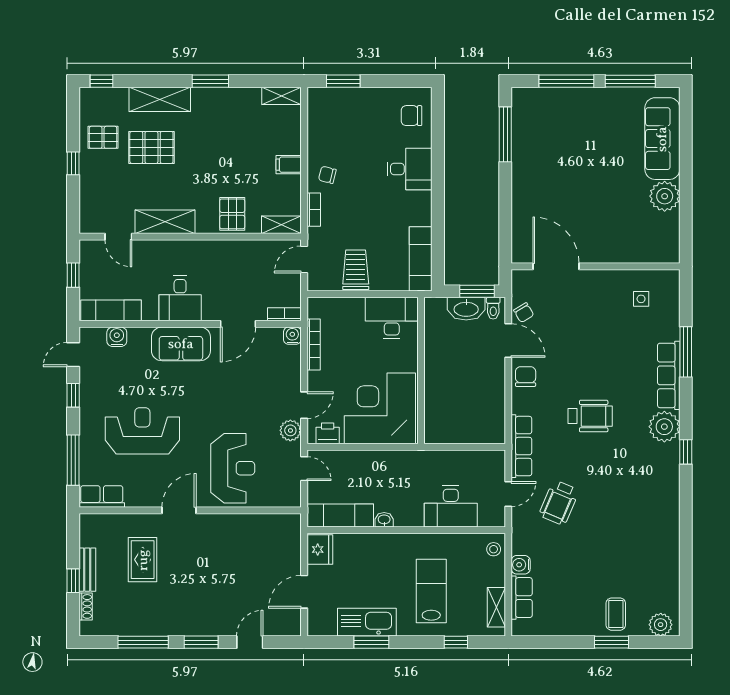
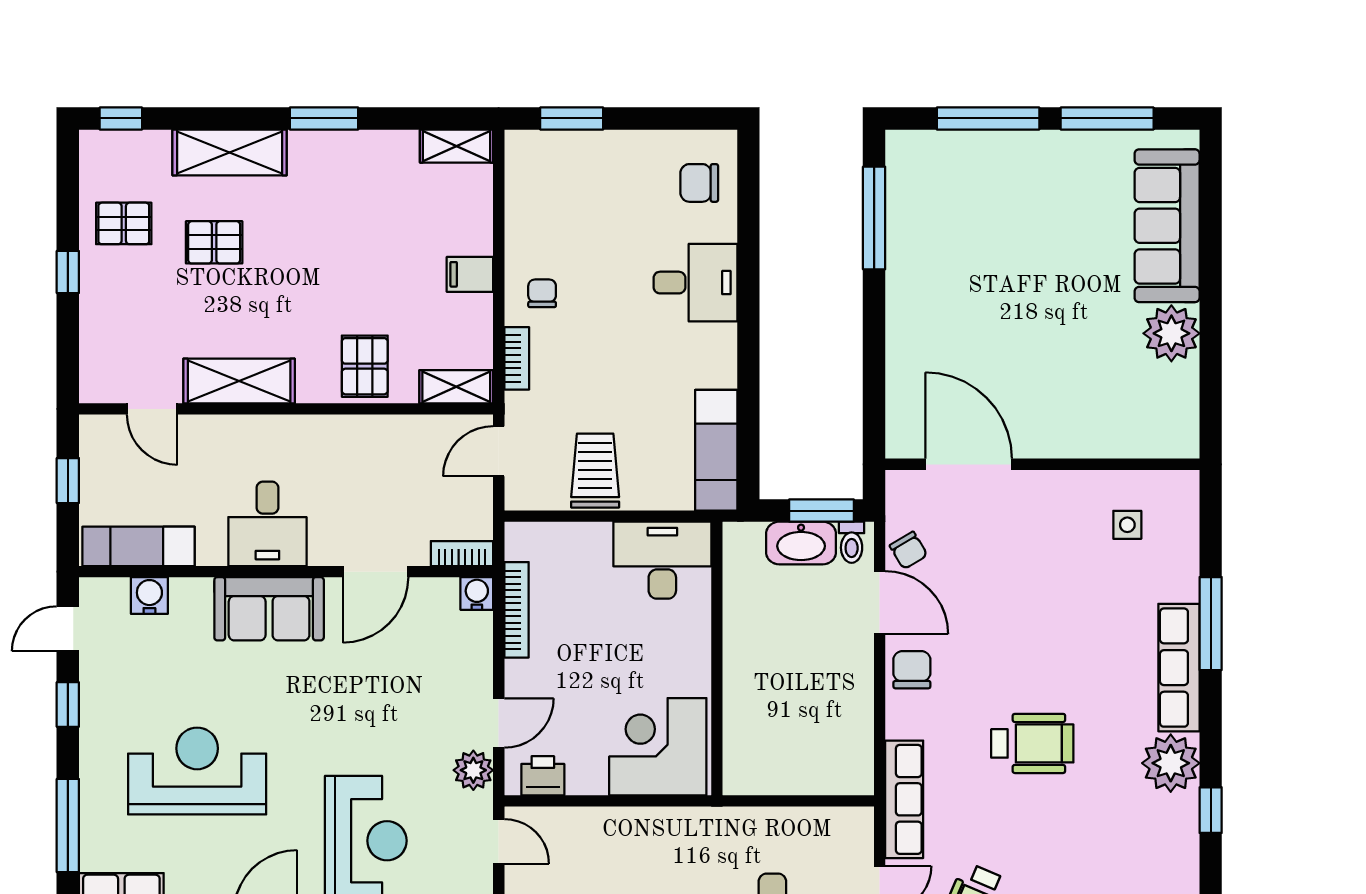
pallet: (151, 147) -> (214, 242), width x0.67, depth x0.71
chair: (327, 175) -> (542, 293), turned 76
corner desk: (380, 408) -> (658, 747), width x0.74, depth x0.74

